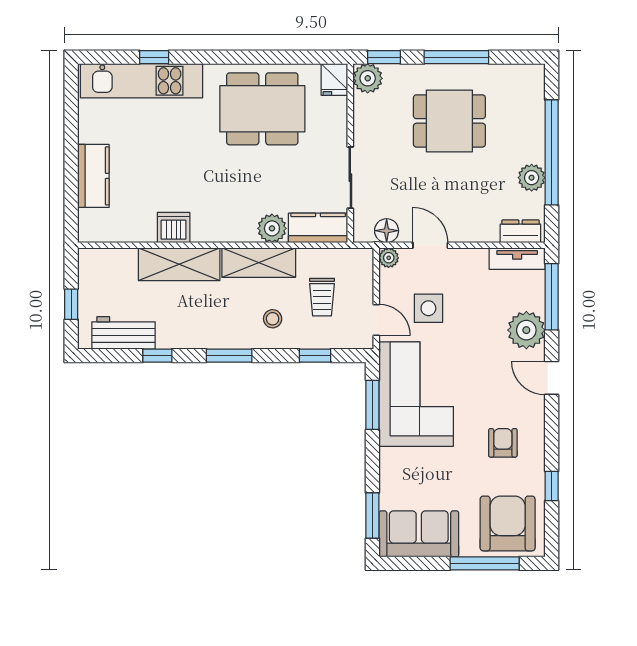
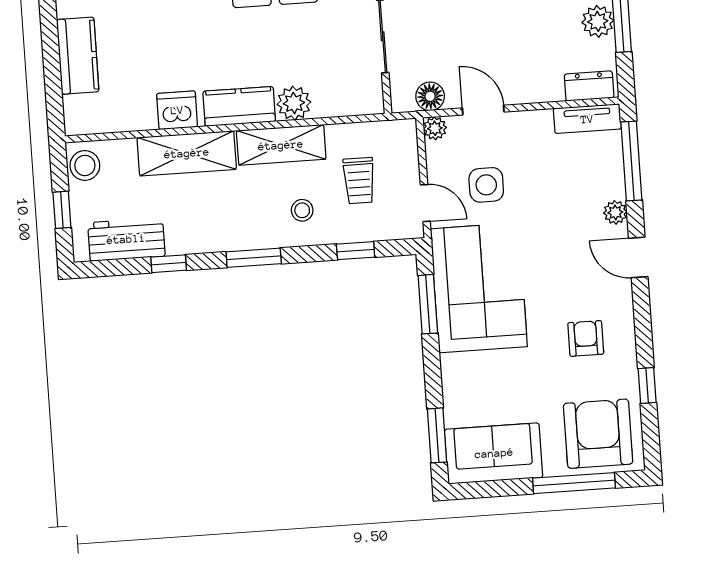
kitchen counter: (318, 228) -> (239, 106), moved
stool: (93, 268) -> (85, 165), added
plant: (526, 330) -> (615, 212), width x0.53, depth x0.53

